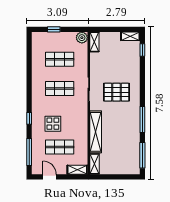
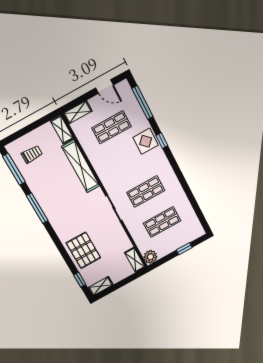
pallet: (116, 92) -> (83, 250), moved, turned 90
display table: (53, 124) -> (146, 141), moved
trolley: (124, 159) -> (32, 154), added

